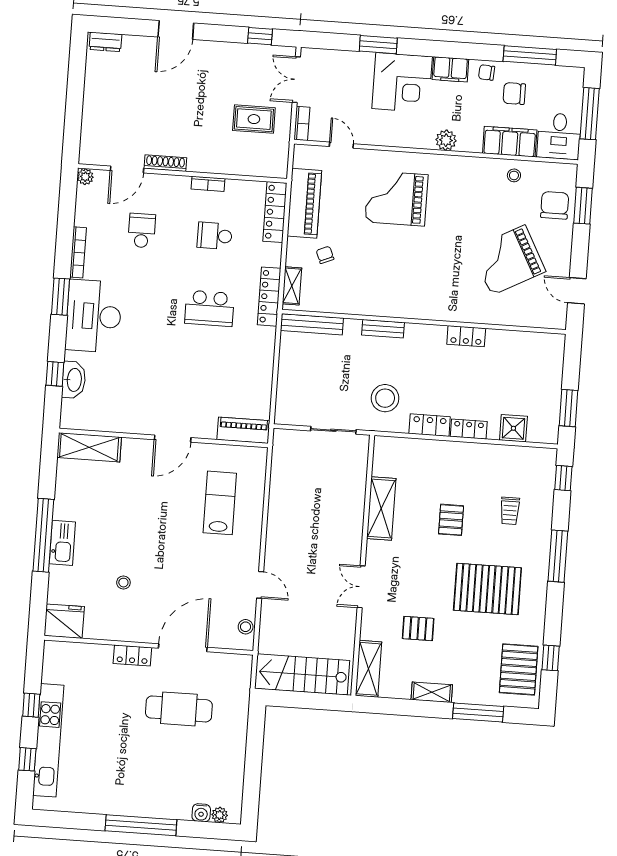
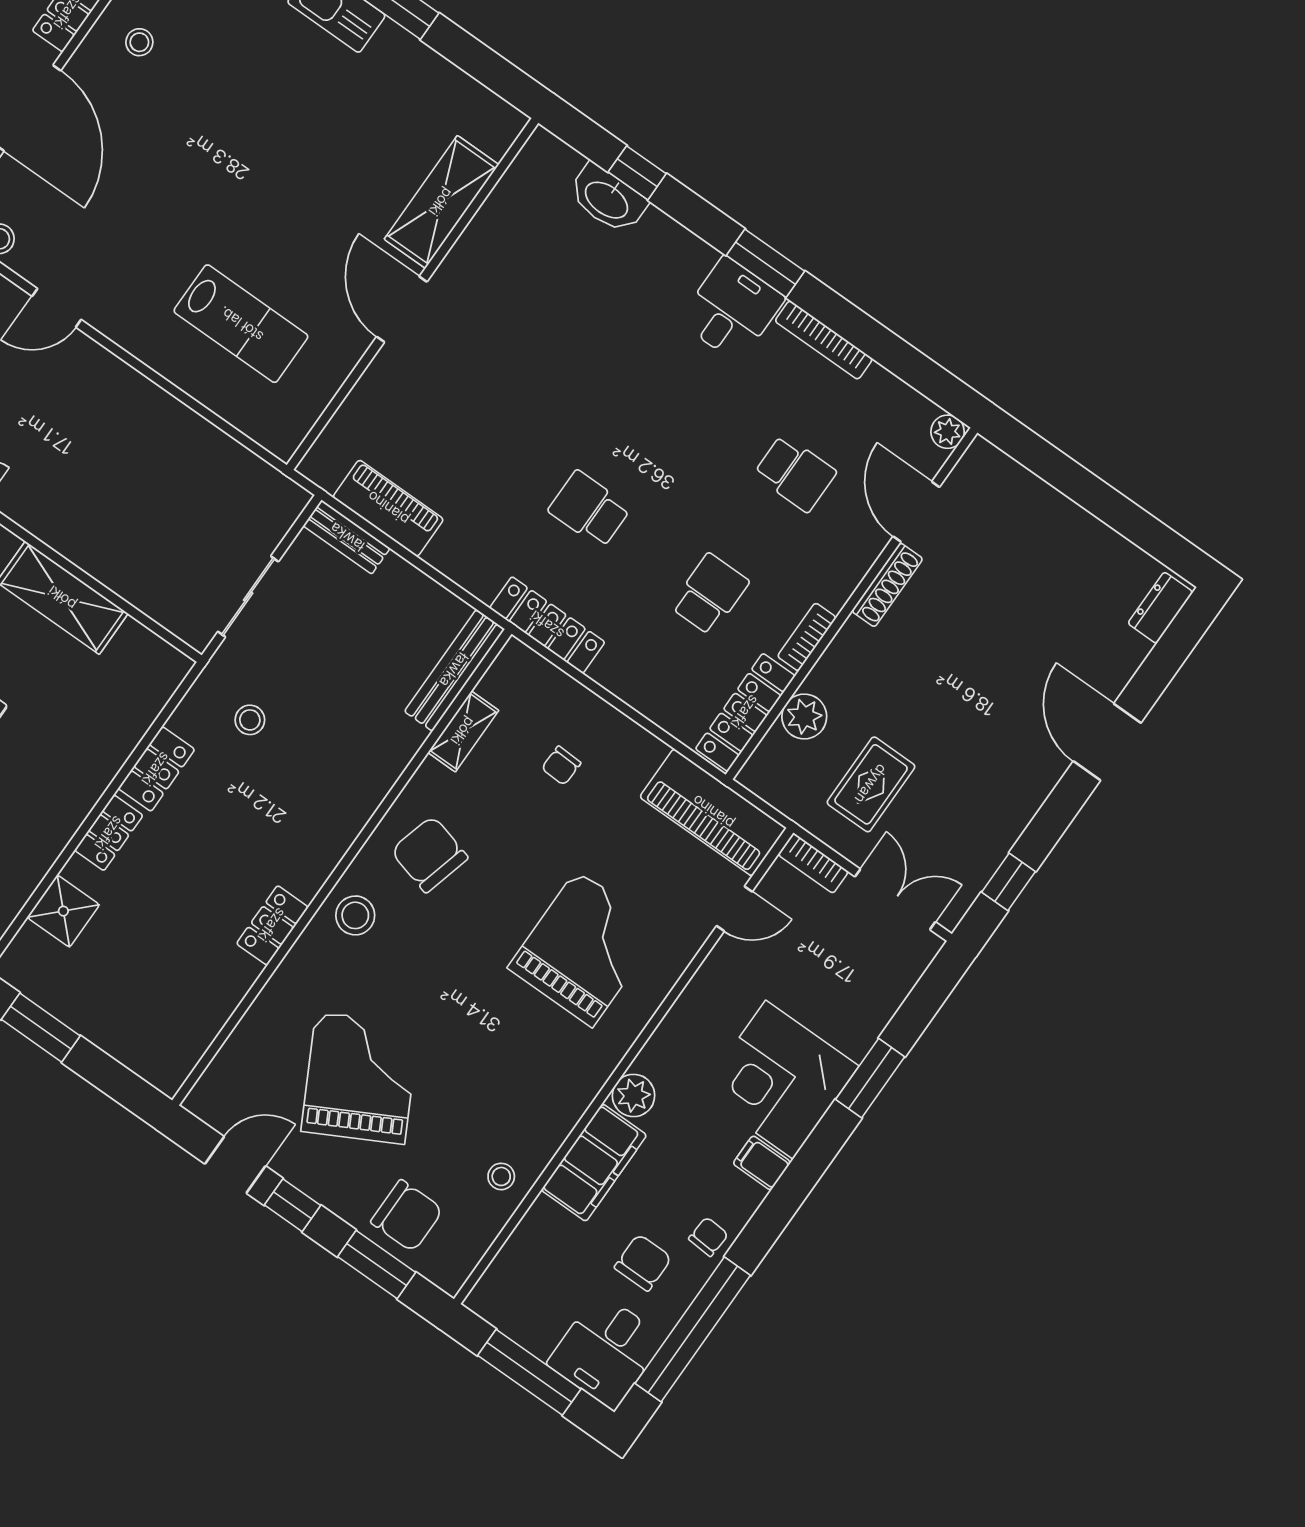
window: (530, 55) -> (693, 1329), width x1.46
filing cabinet: (450, 69) -> (762, 1163), width x0.50
desk: (559, 136) -> (606, 1351), moved, turned -90
filing cabinet: (510, 142) -> (594, 1163), moved
plant: (242, 165) -> (804, 716), added
piano: (304, 203) -> (713, 812), moved
locker: (275, 212) -> (745, 712), moved, turned -90
chair: (325, 255) -> (561, 766), turned 115
window: (579, 256) -> (293, 1205), added
shelving: (292, 286) -> (463, 731), moved, turned 90
chair: (396, 288) -> (429, 854), added
stool: (441, 304) -> (355, 915), added
school desk: (209, 308) -> (589, 509), width x0.54
desk: (94, 316) -> (732, 310), width x0.53, depth x0.77
bench: (383, 329) -> (347, 537), moved, turned 90
stool: (385, 398) -> (250, 720), width x0.53, depth x0.53
piano: (243, 430) -> (388, 508), moved, turned -90
shelving: (89, 447) -> (441, 202), moved
stool: (123, 583) -> (139, 42), moved

